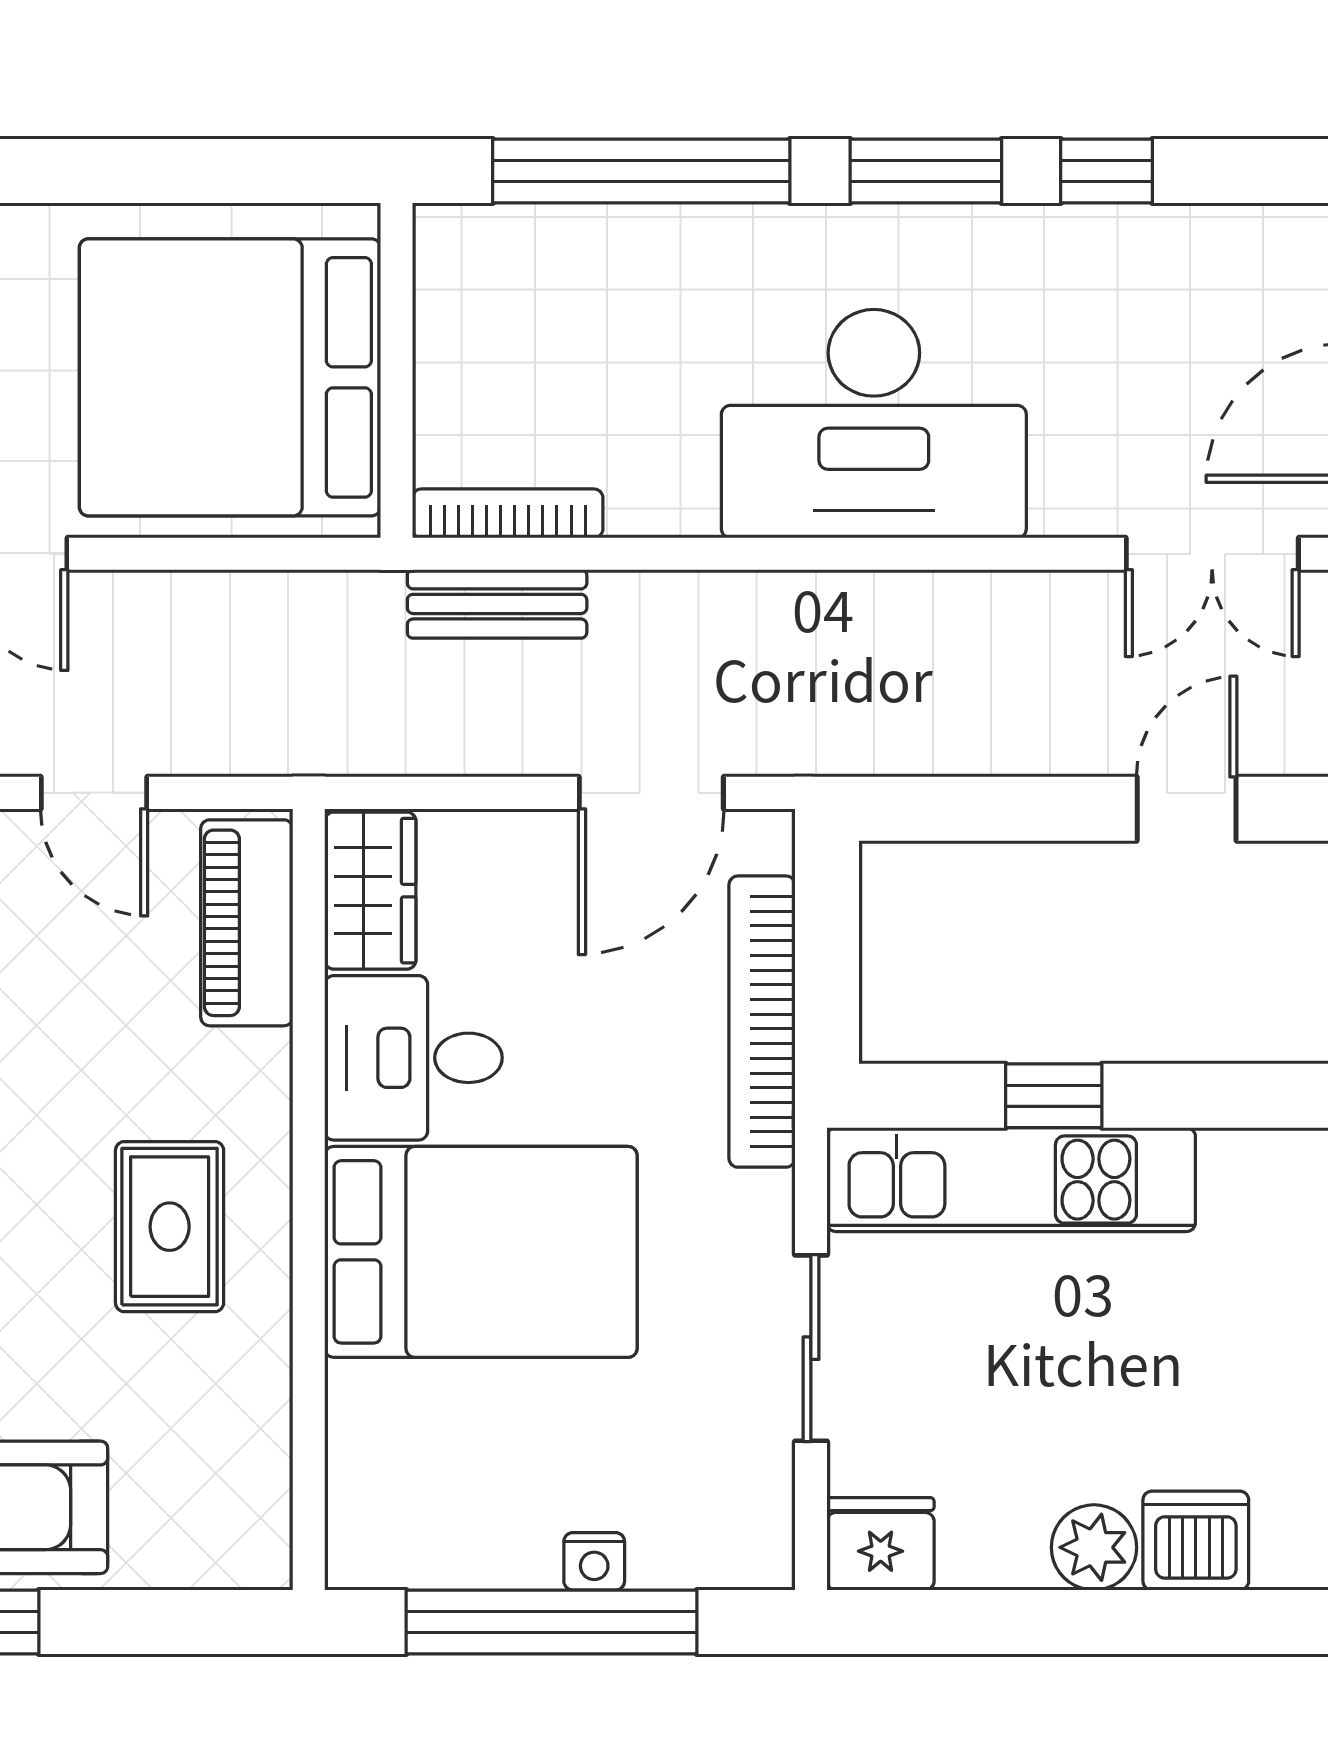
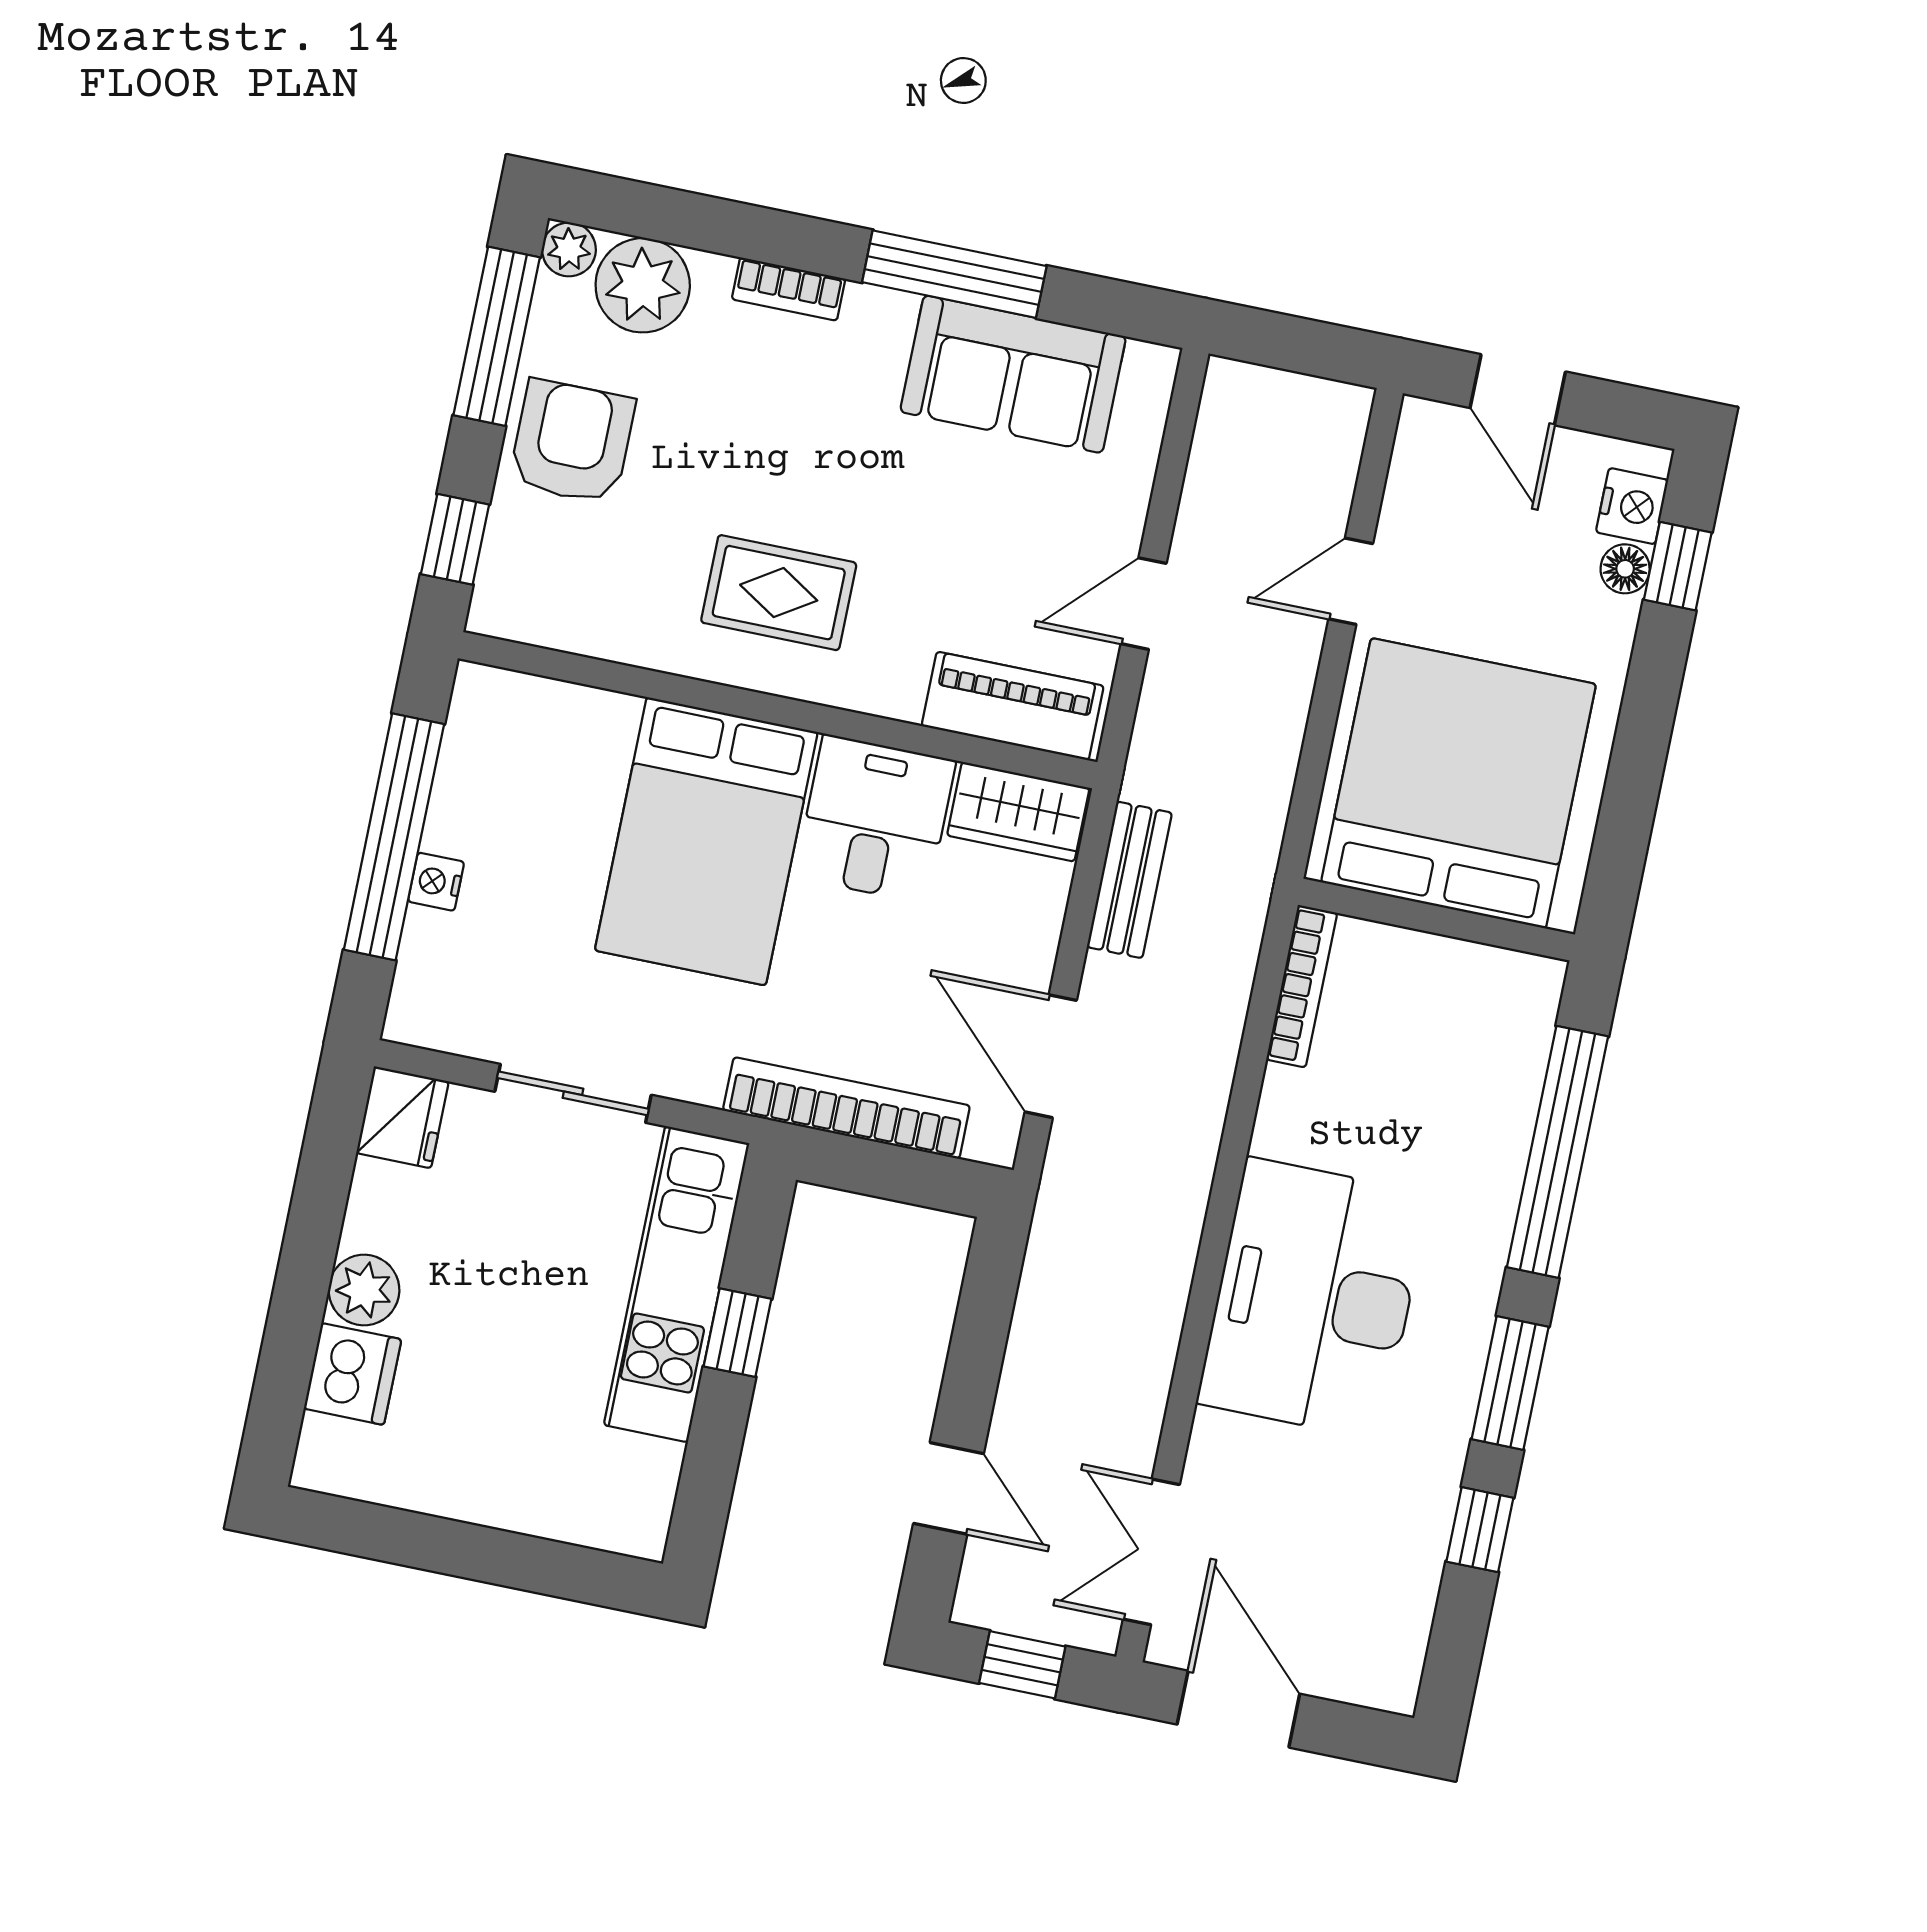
bench: (497, 604) -> (1129, 880), moved
window: (185, 1622) -> (455, 539), added

